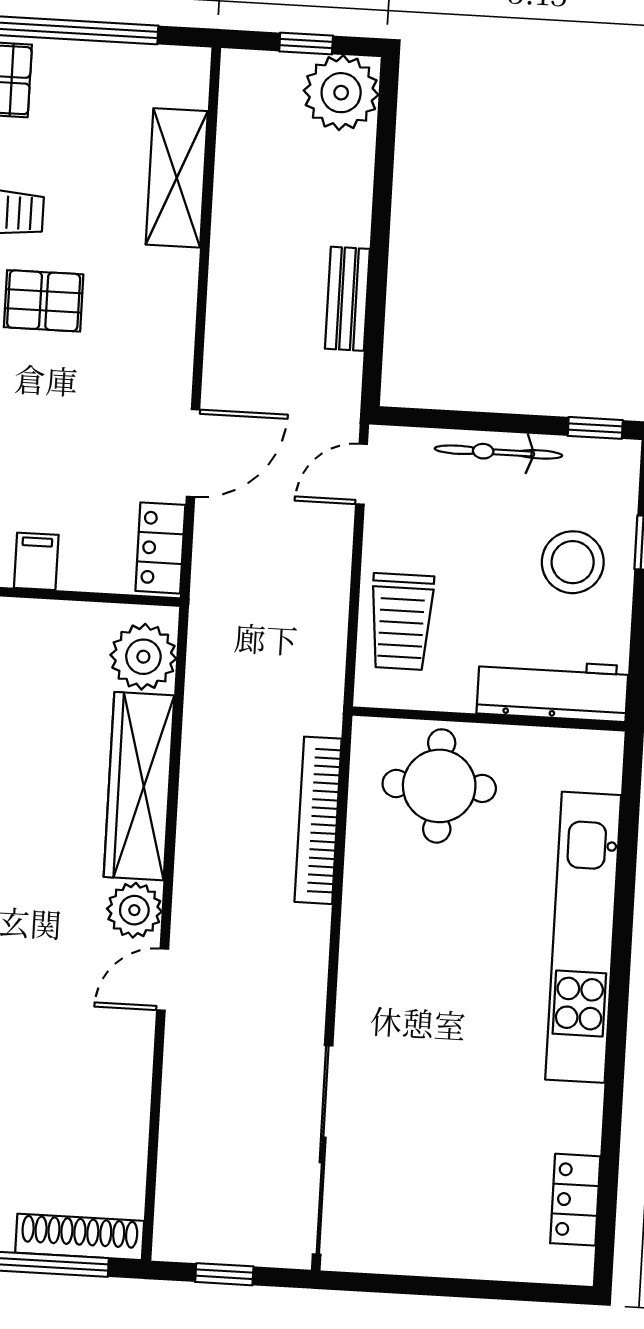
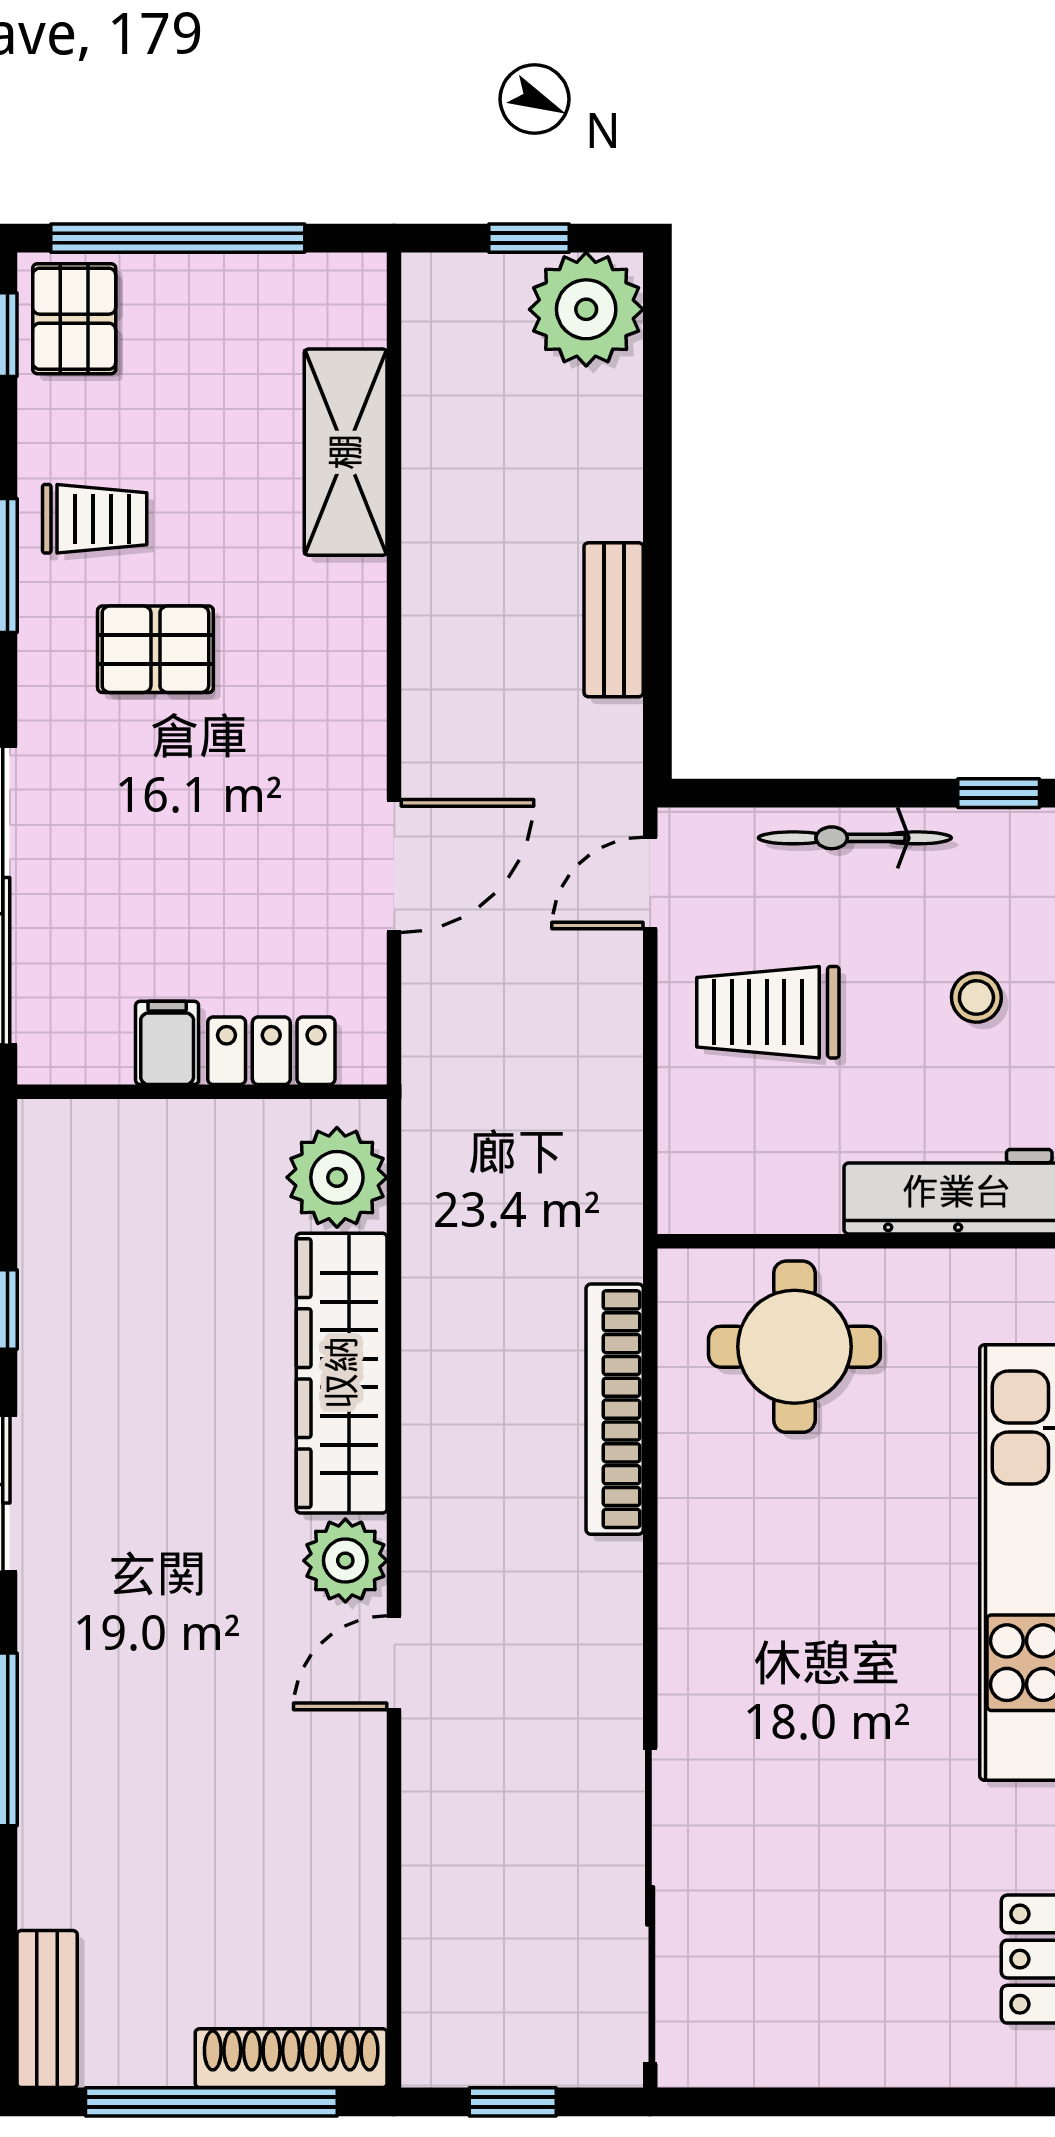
locker: (160, 548) -> (271, 1051), moved, turned 90
stool: (573, 562) -> (976, 997), width x0.53, depth x0.53
trolley: (401, 622) -> (768, 1012), moved, turned 90

